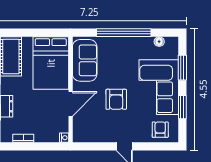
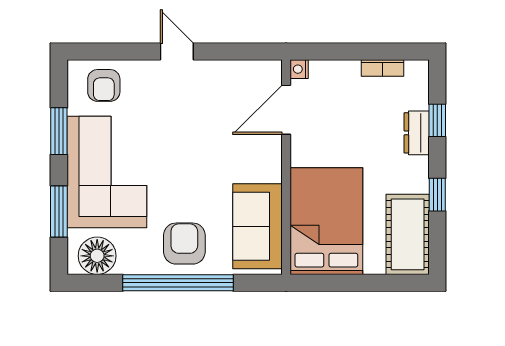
floor lamp: (159, 42) -> (97, 256), width x1.89, depth x1.89
armchair: (116, 99) -> (184, 244), moved
door: (71, 104) -> (286, 110), moved

